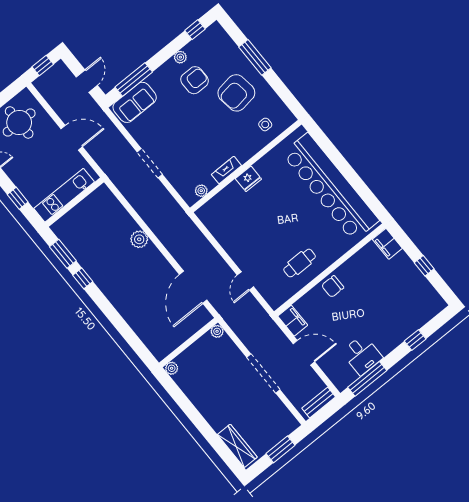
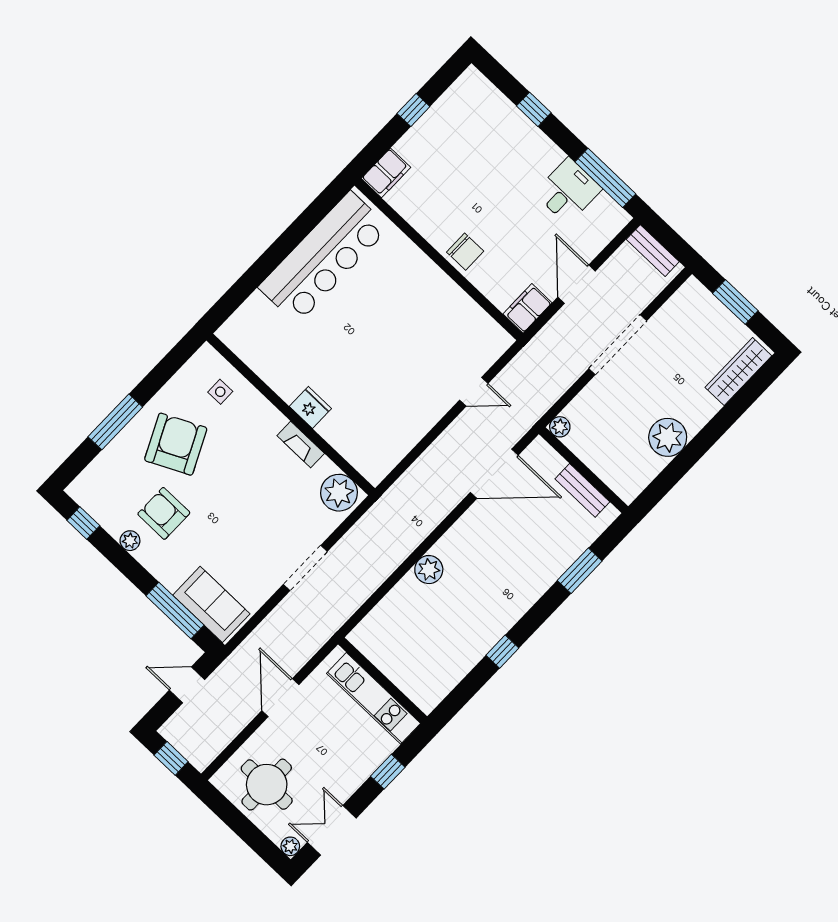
armchair: (236, 93) -> (176, 444), turned -108
bar counter: (330, 187) -> (324, 257), width x0.73
plant: (201, 191) -> (339, 493), width x1.88, depth x1.88
window: (63, 254) -> (580, 571), moved
cafe table: (300, 263) -> (434, 309), removed
bench: (176, 340) -> (582, 490), added
plant: (172, 368) -> (668, 437), moved, width x1.87, depth x1.87

